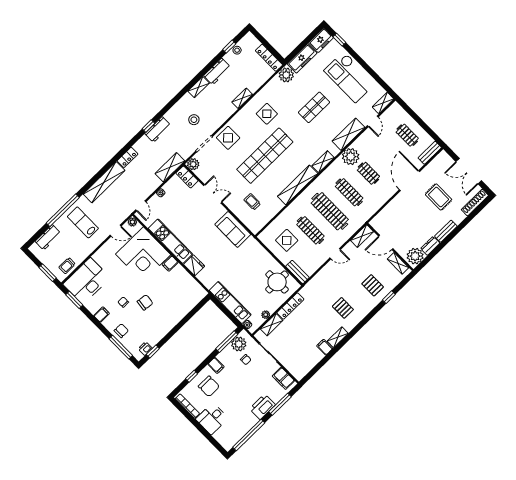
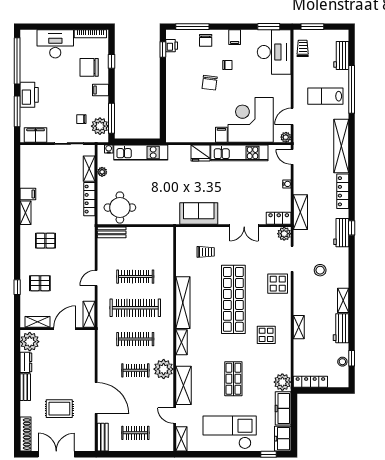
locker: (127, 157) -> (343, 191), width x1.53
lab bench: (83, 222) -> (325, 96), turned 180
display table: (287, 240) -> (146, 249), removed
desk: (212, 419) -> (55, 44), width x1.37

